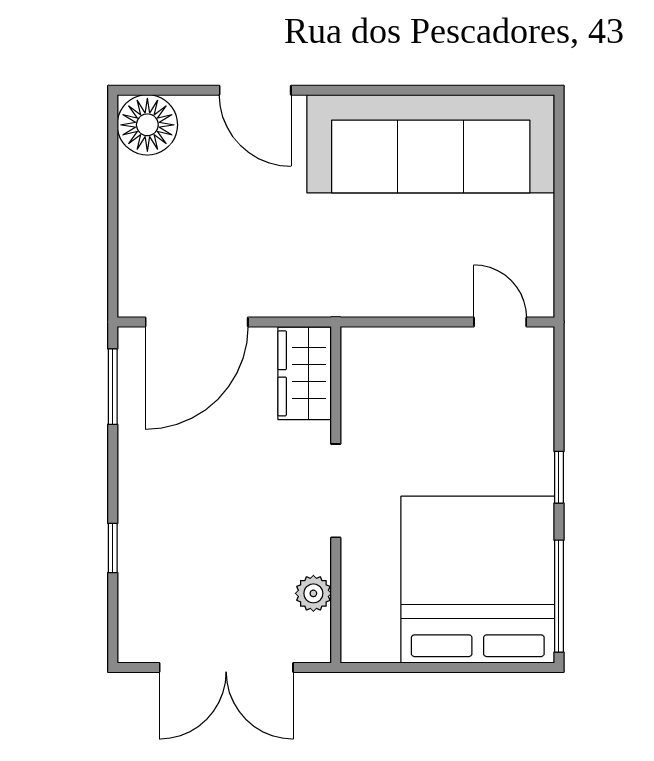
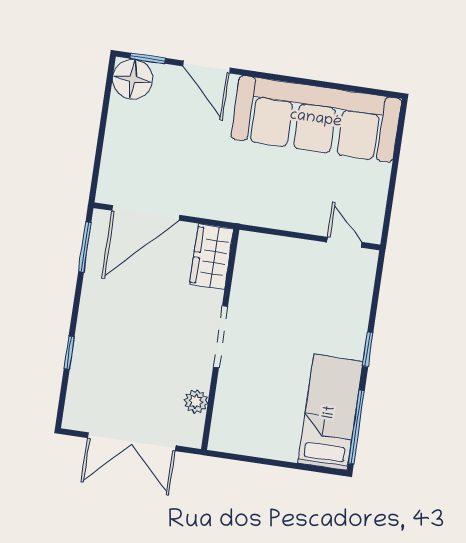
window: (165, 90) -> (148, 58), added
bed: (478, 580) -> (330, 412), width x0.49

